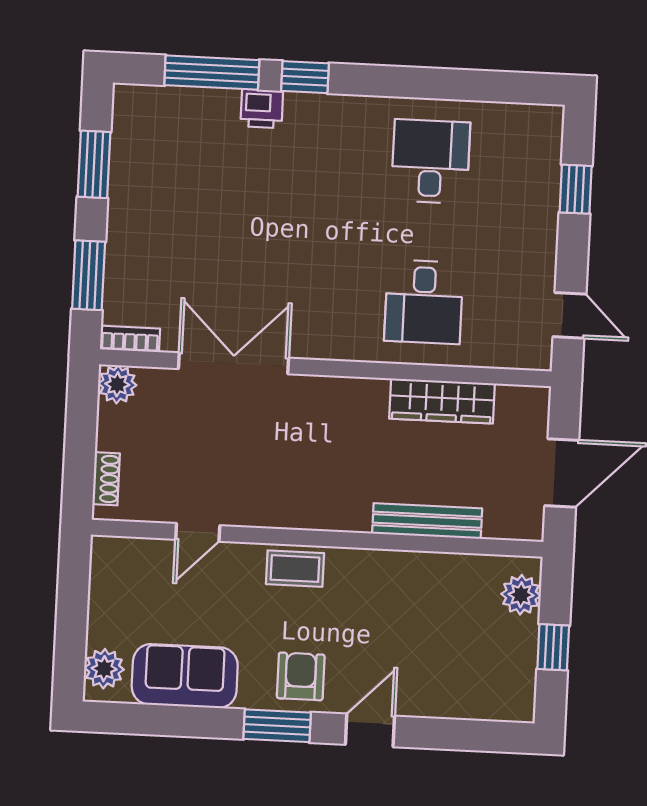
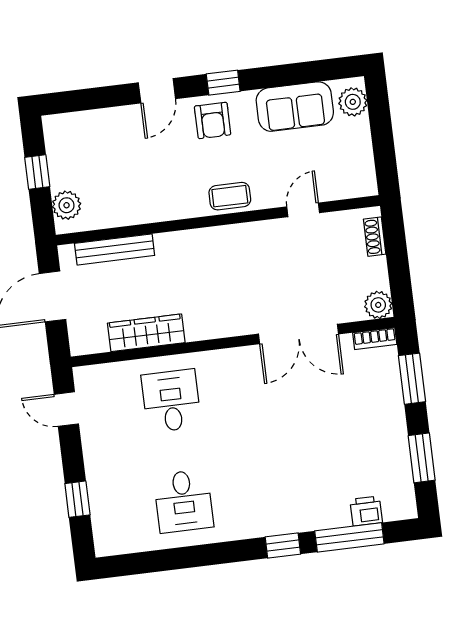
printer: (262, 109) -> (366, 511), moved
bench: (427, 521) -> (115, 249), moved
window: (277, 726) -> (223, 83), width x0.67

